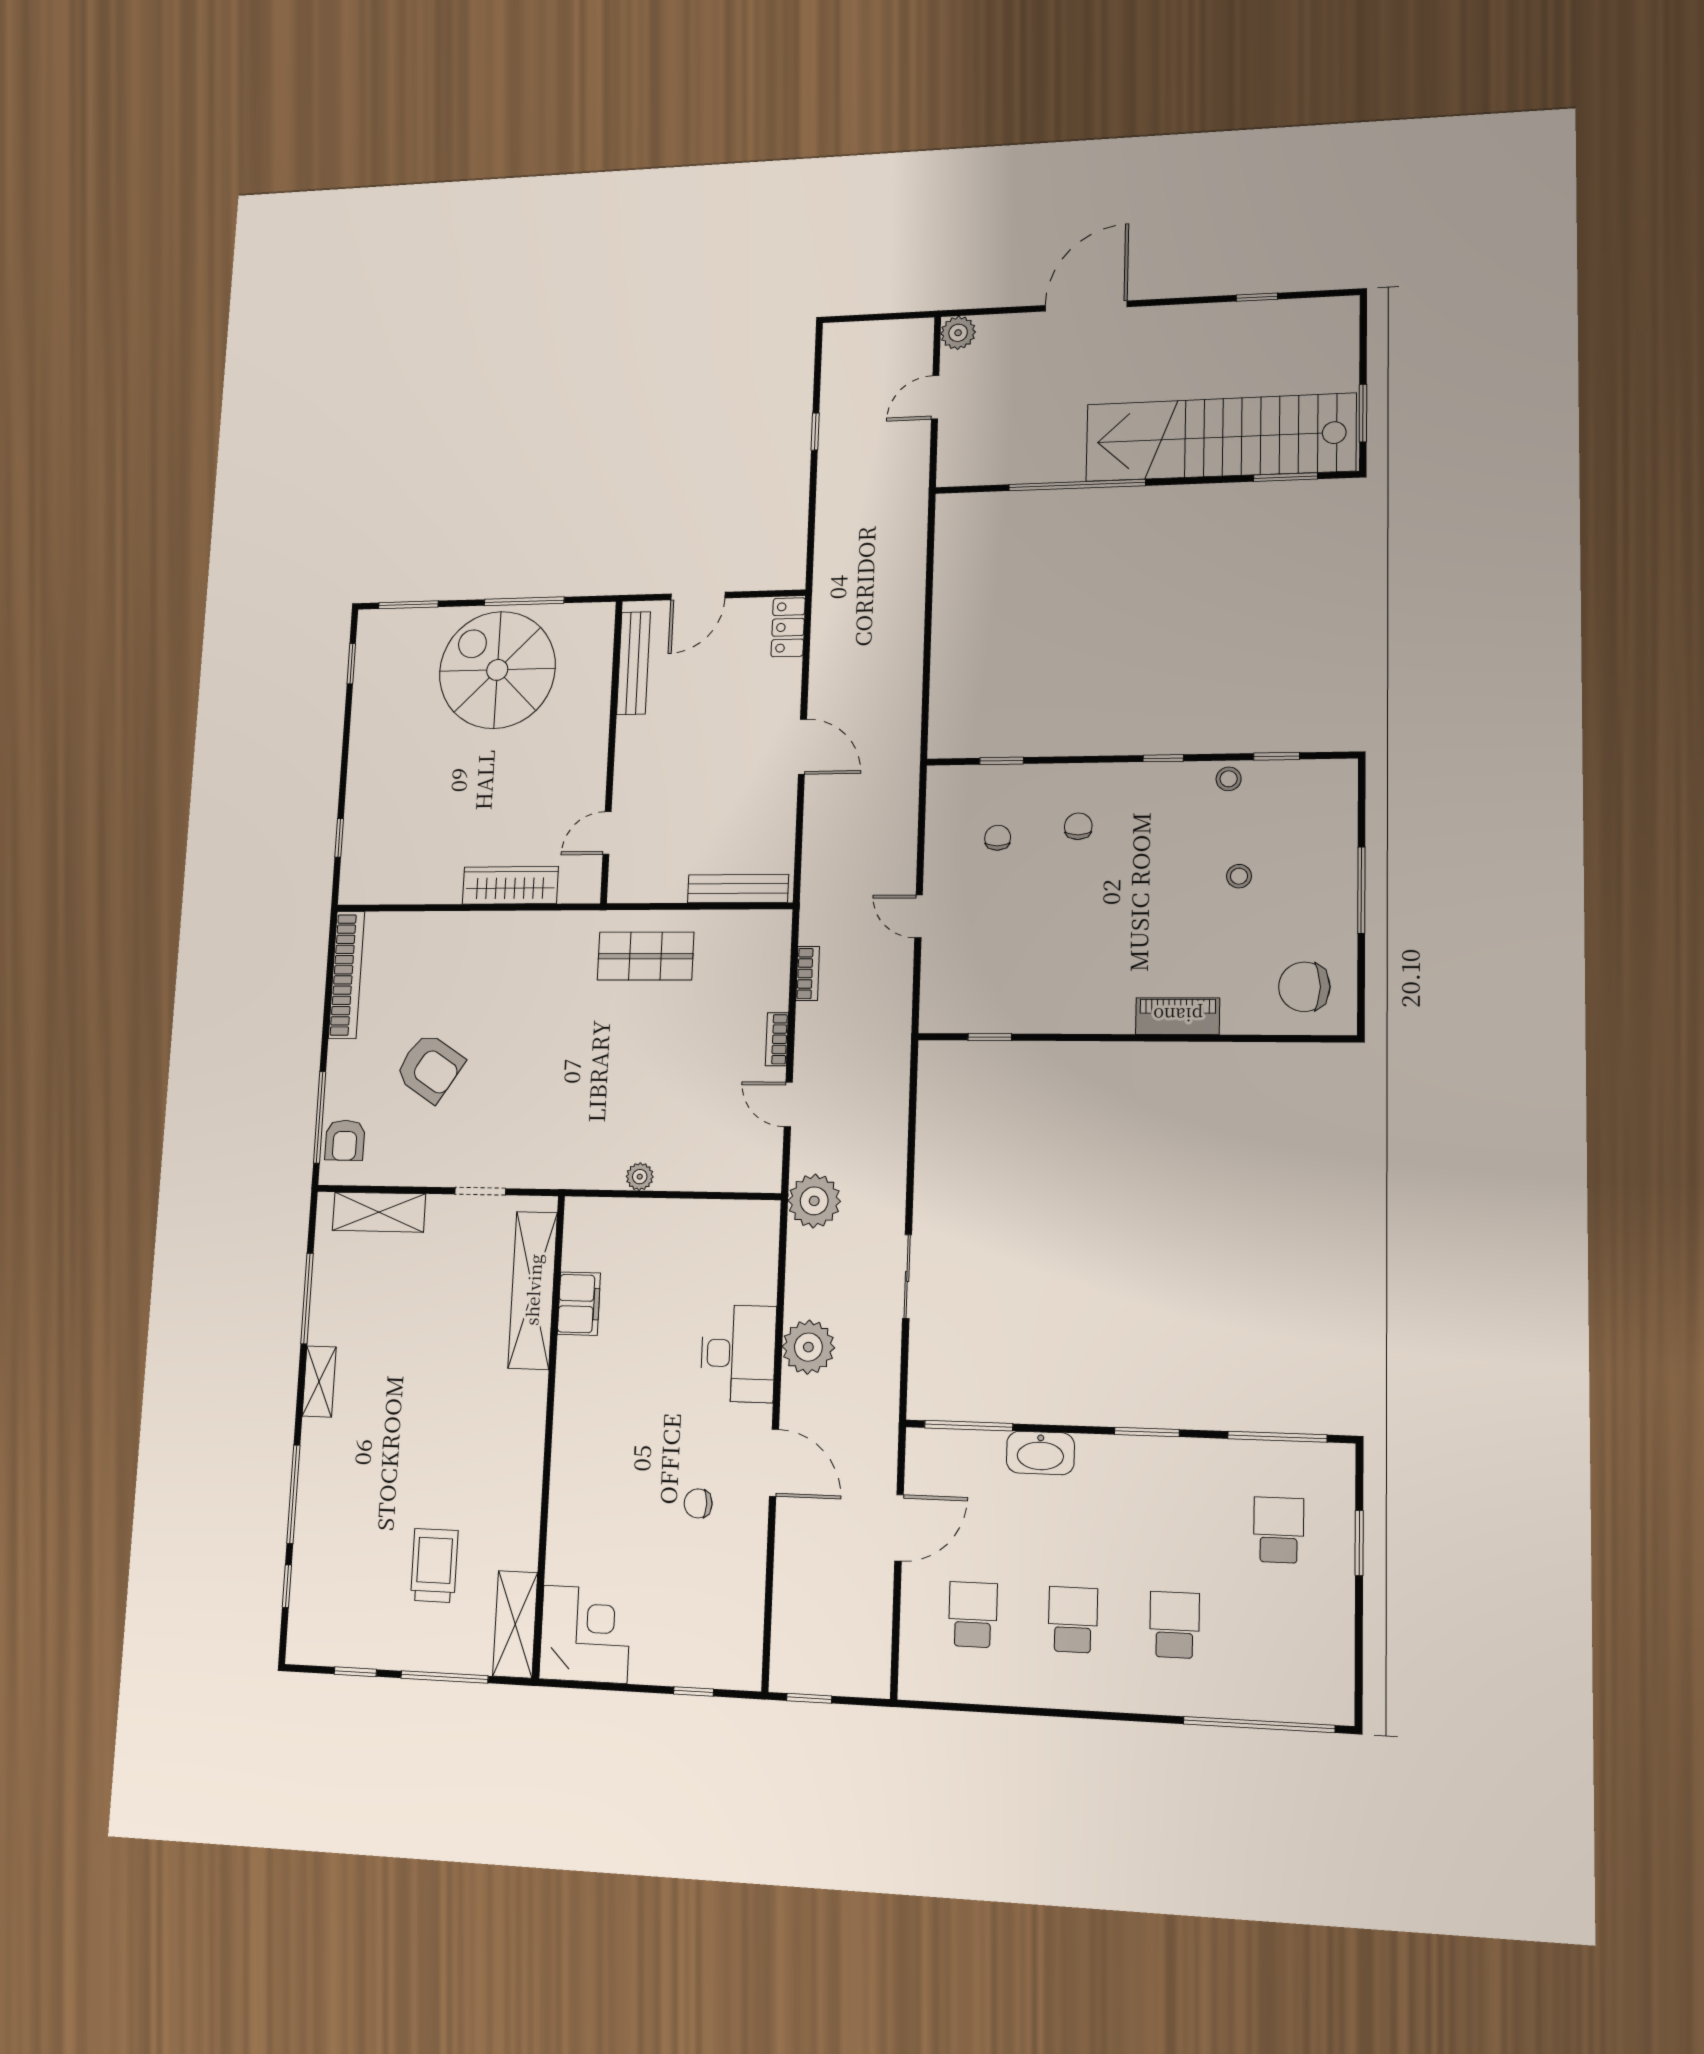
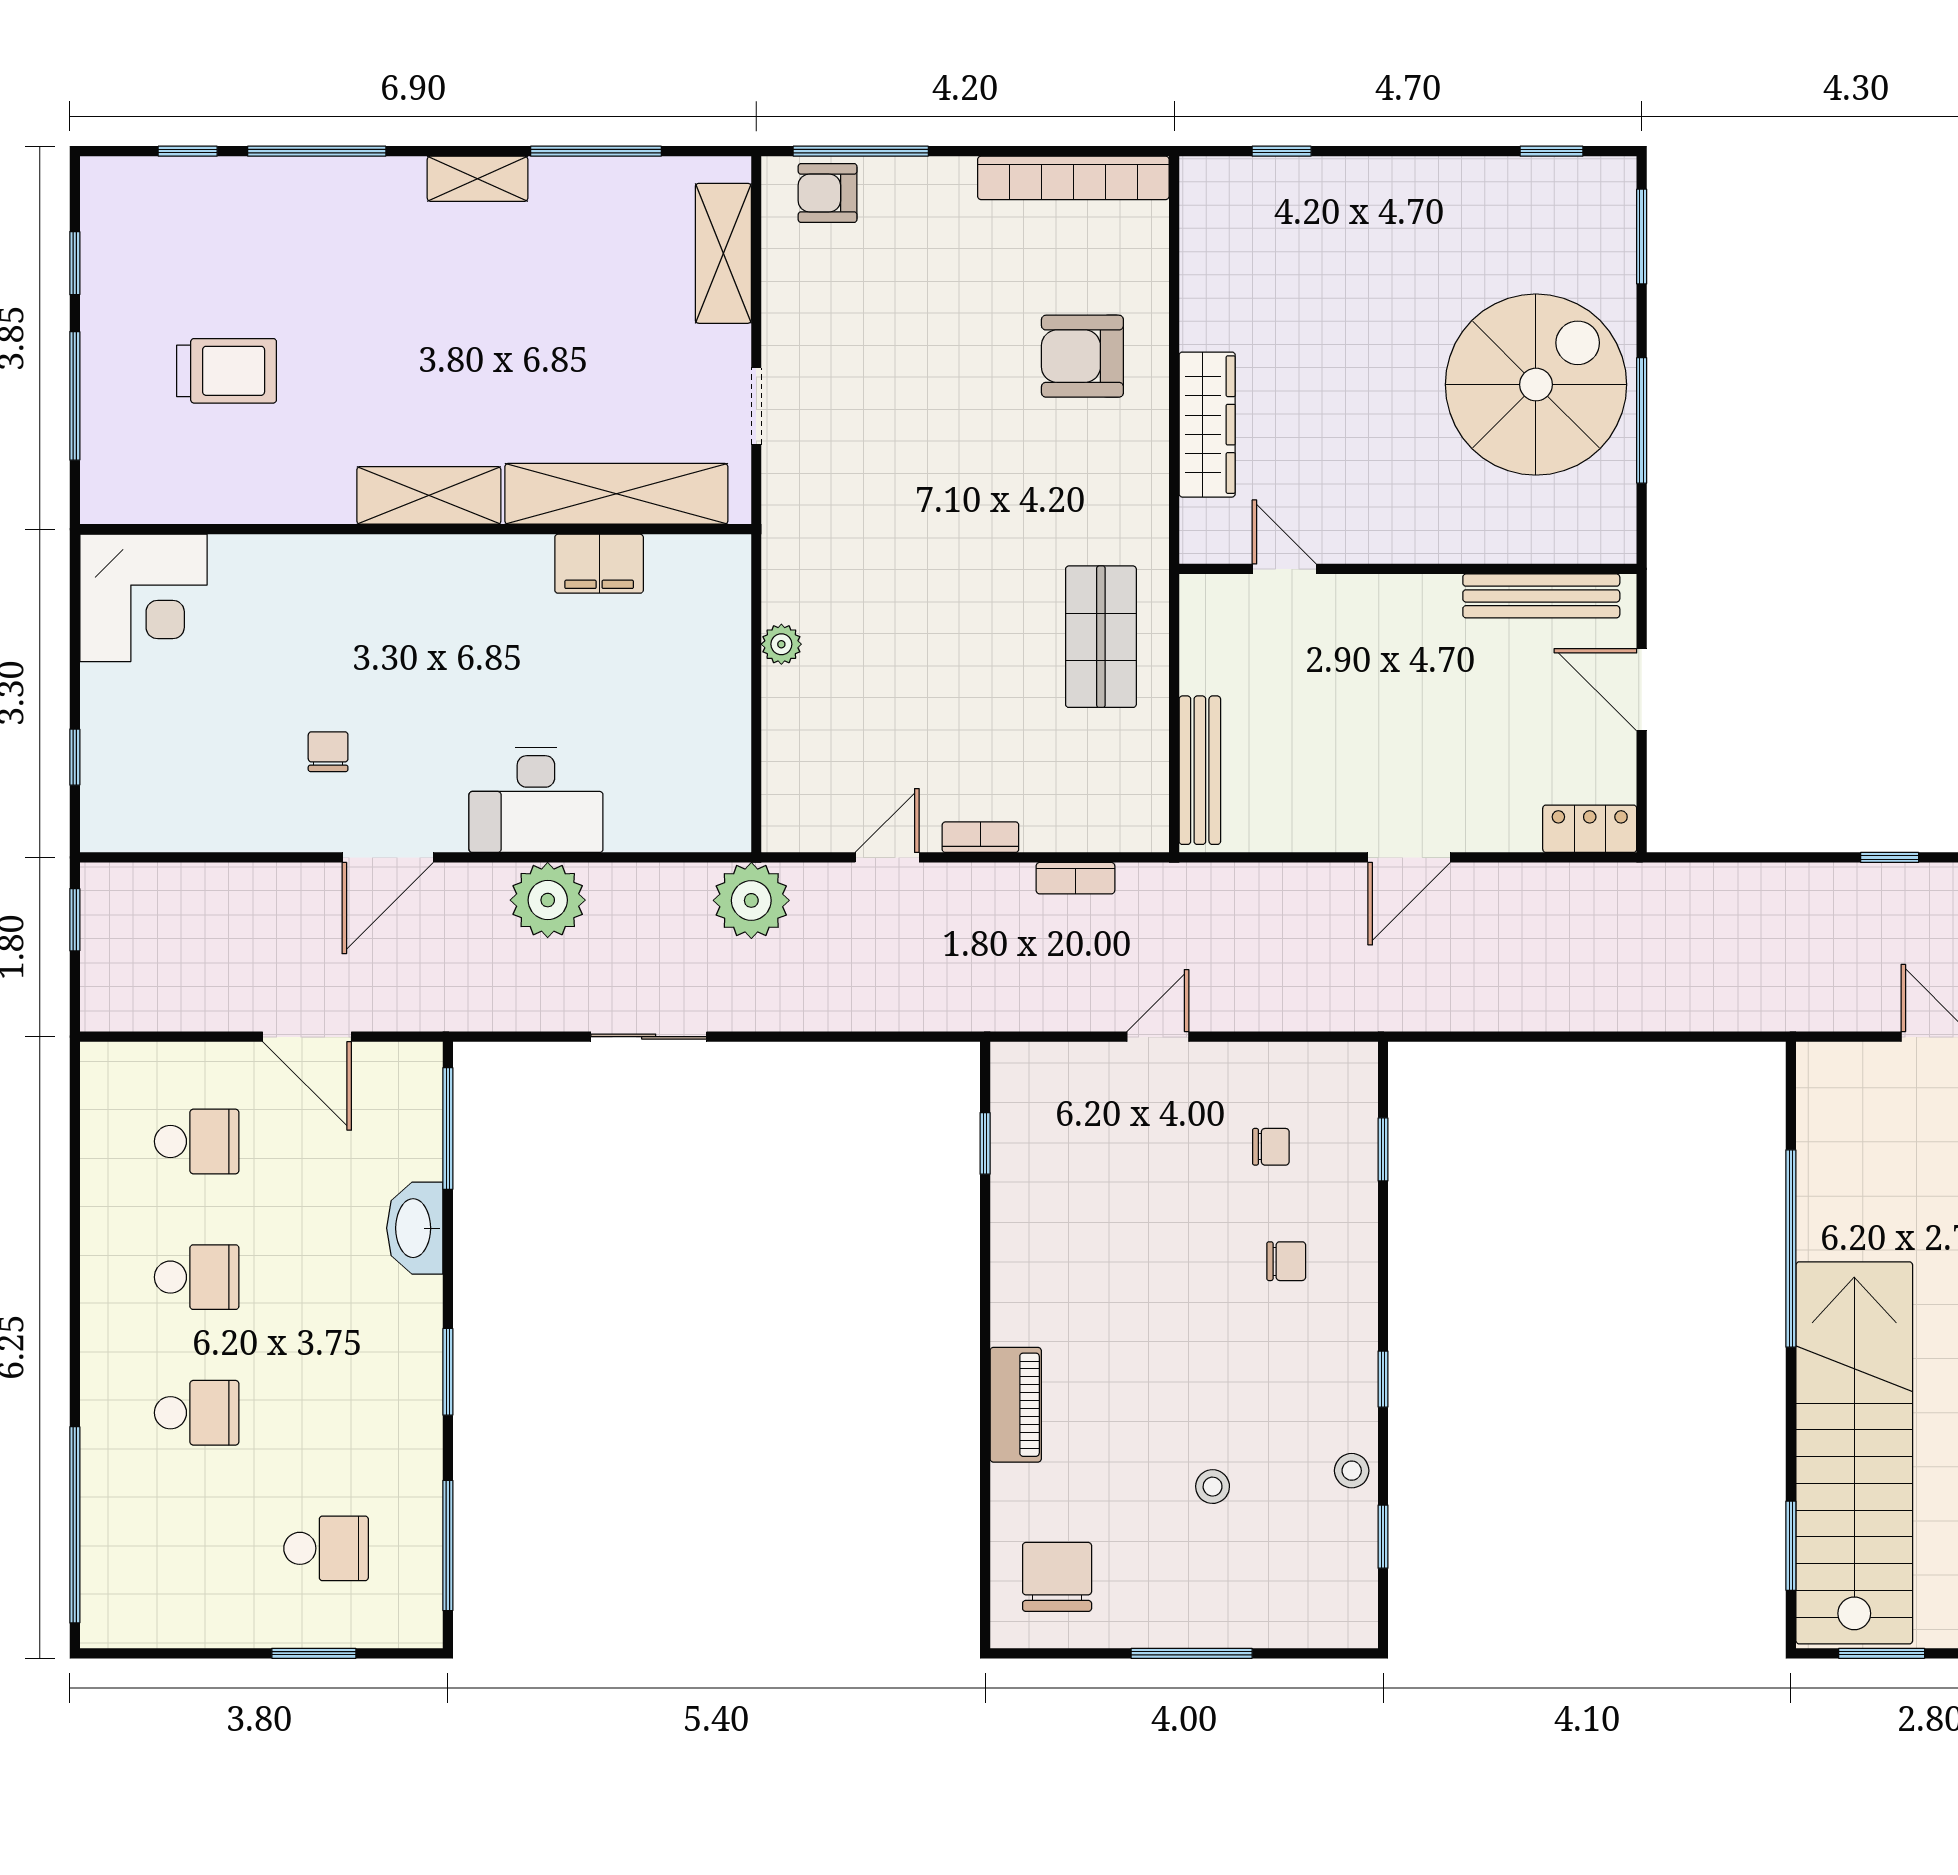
armchair: (430, 1068) -> (1082, 356), moved, turned 57
shelving: (515, 1624) -> (429, 495), moved

